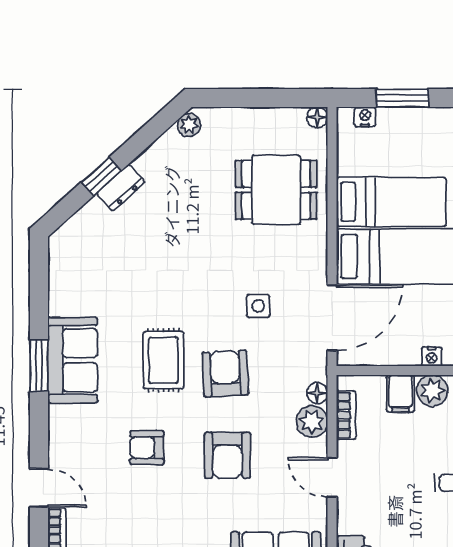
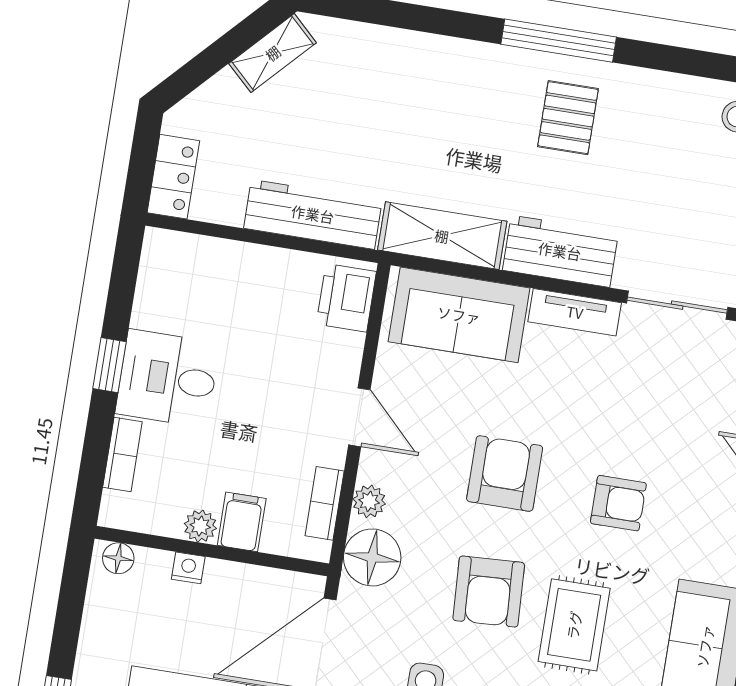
plant: (432, 390) -> (200, 526), width x0.73, depth x0.73
floor lamp: (317, 393) -> (372, 557), width x1.89, depth x1.89
plant: (312, 422) -> (369, 501), width x0.73, depth x0.73

